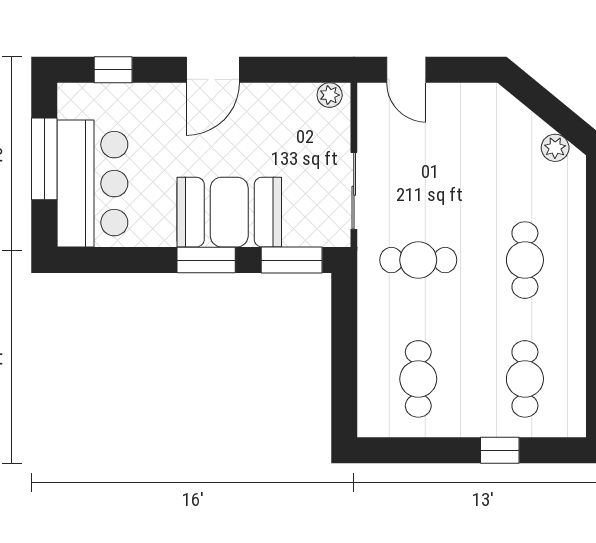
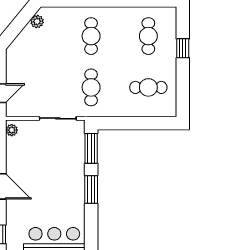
booth: (229, 212) -> (68, 178), removed
cafe table: (525, 260) -> (91, 36), turned 90
cafe table: (525, 379) -> (148, 36), turned 90

